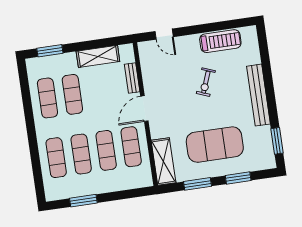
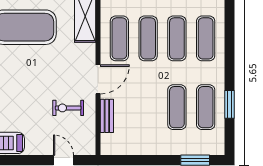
shelving: (98, 56) -> (142, 146), removed
exercise bike: (206, 82) -> (68, 108), moved, turned -111
window: (27, 103) -> (229, 104), added

